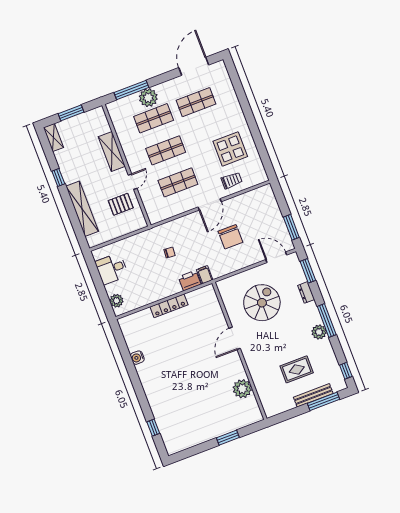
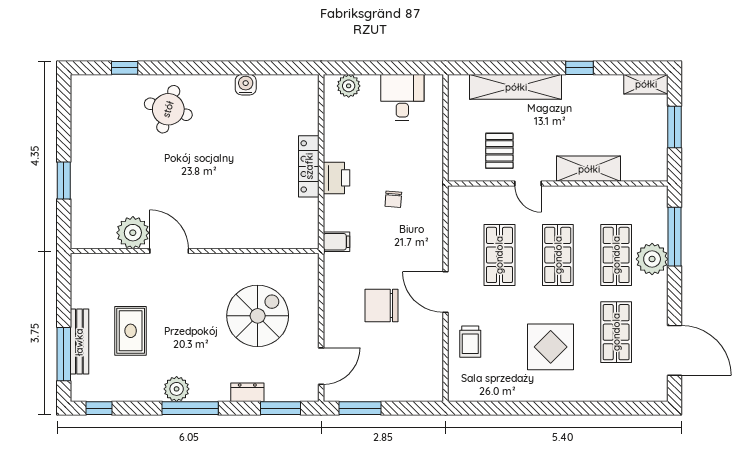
display table: (230, 149) -> (551, 347), moved
printer: (190, 281) -> (336, 178), moved
spiral stairs: (262, 303) -> (258, 316), turned -90
door: (235, 338) -> (169, 251), moved
round table: (167, 395) -> (168, 109), added

